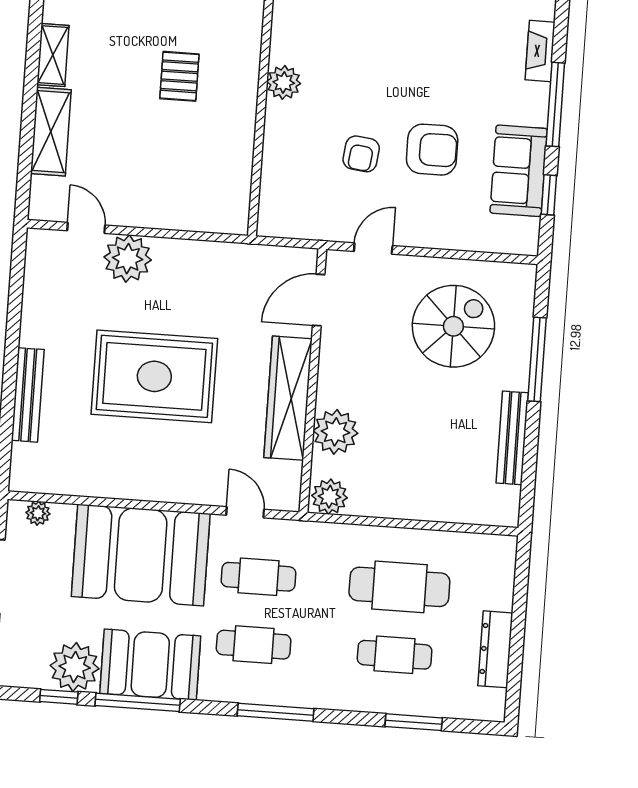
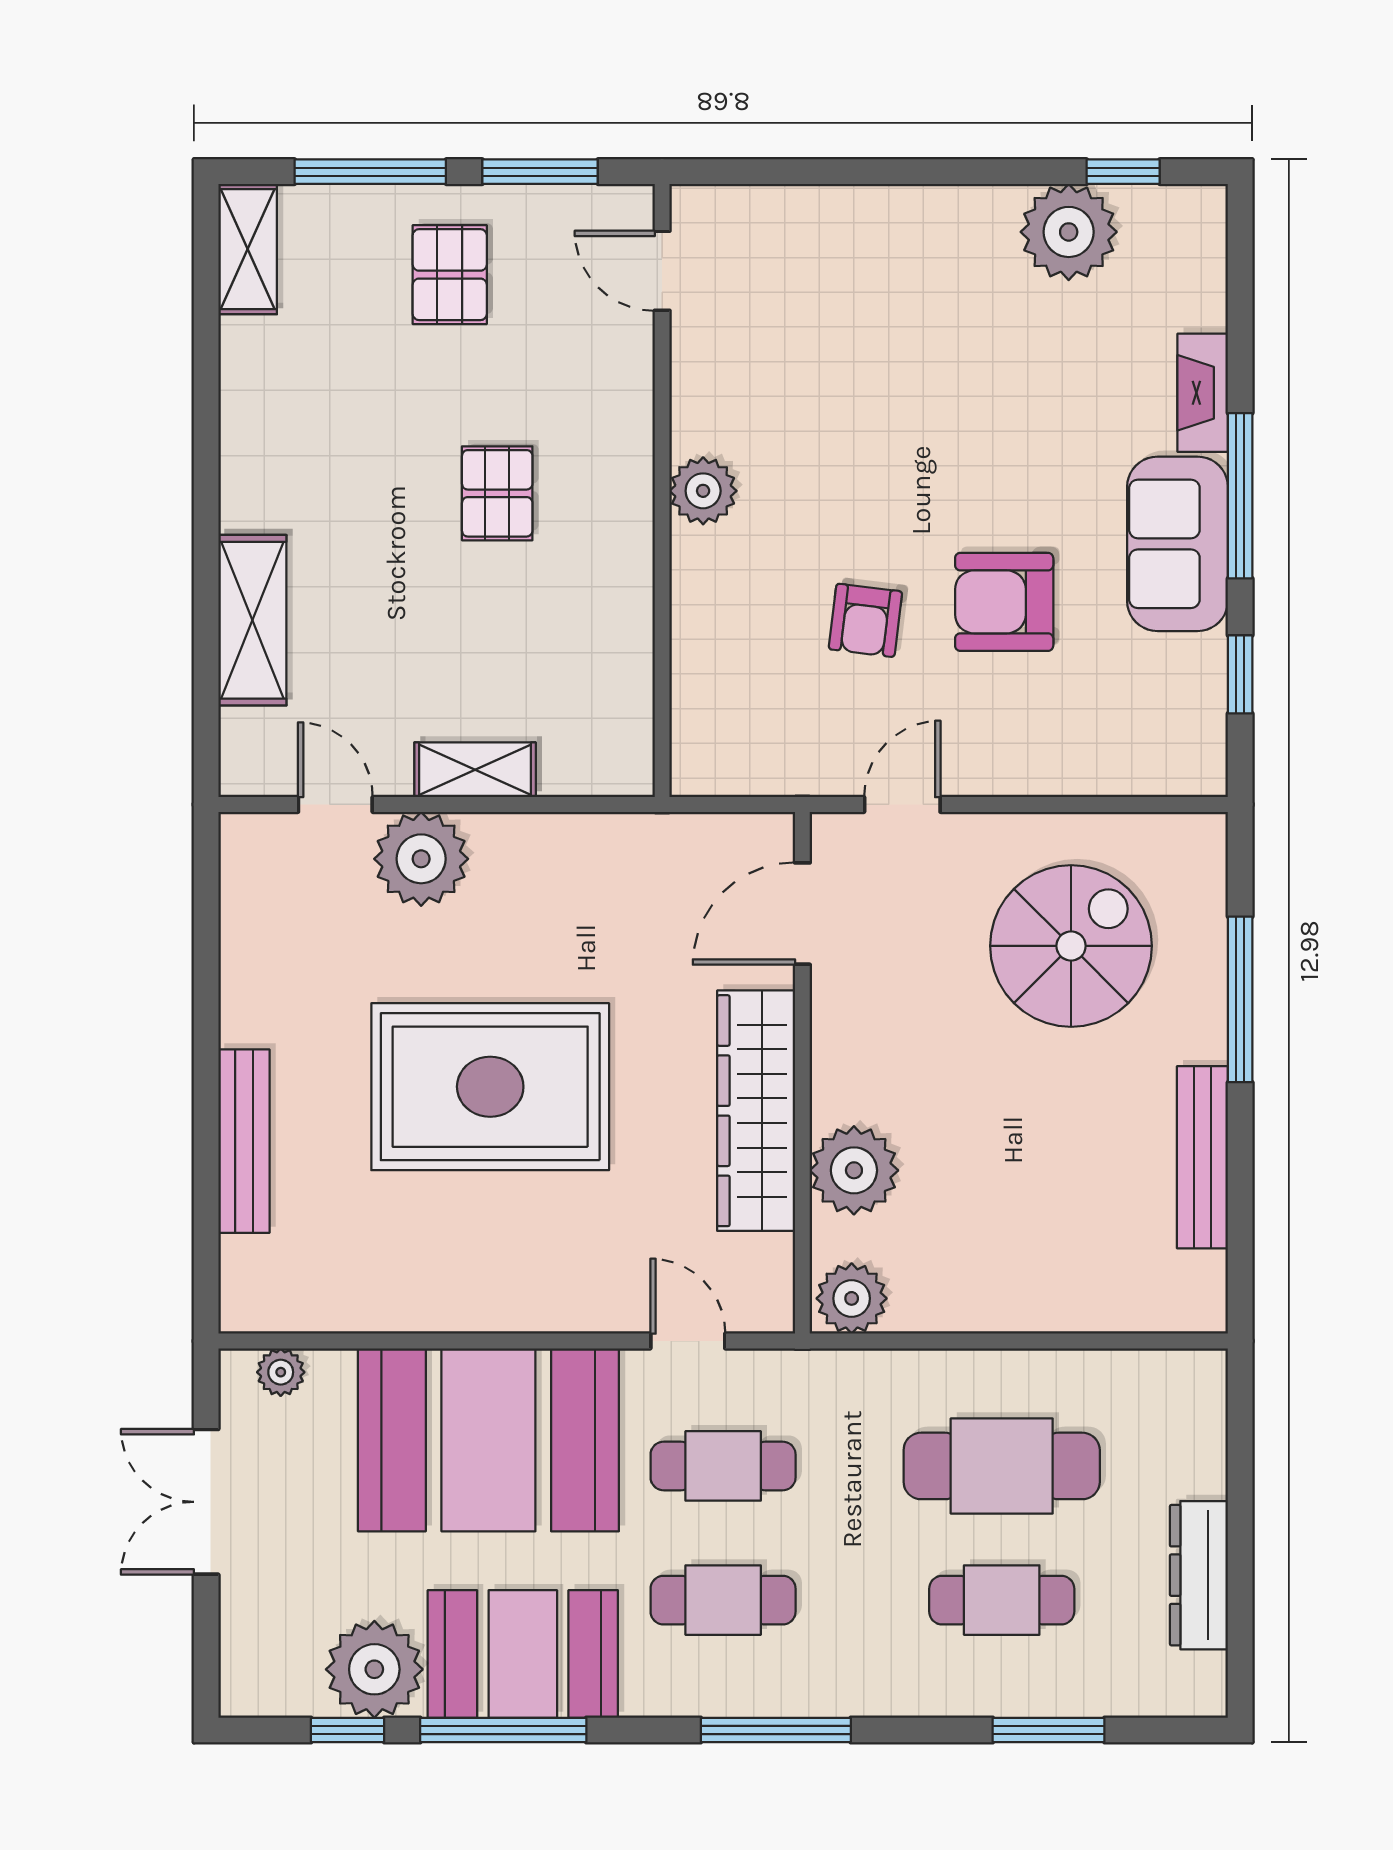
shelving: (53, 55) -> (475, 770), moved, turned 90
armchair: (432, 150) -> (1004, 602), turned 180
sofa: (519, 171) -> (1178, 544), moved

